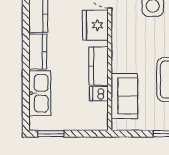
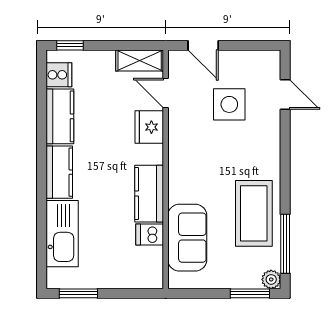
fridge: (95, 25) -> (149, 127), width x0.73, depth x0.75

